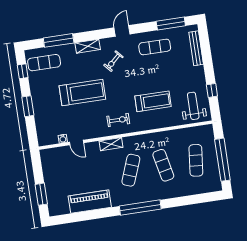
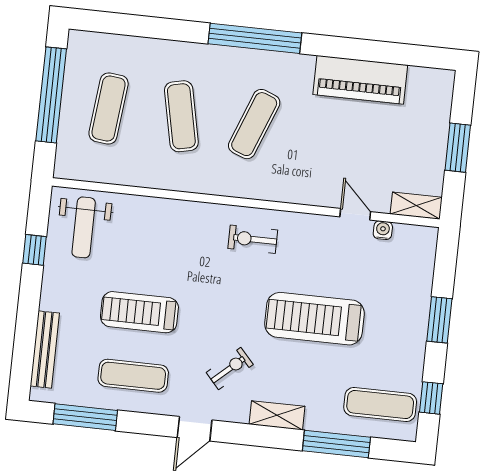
treadmill: (153, 101) -> (139, 312), moved
shelving: (111, 144) -> (416, 206), moved
window: (41, 194) -> (458, 148), moved

